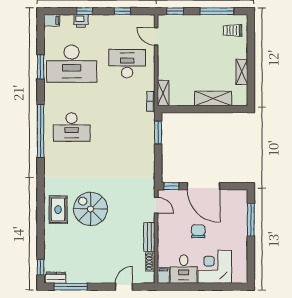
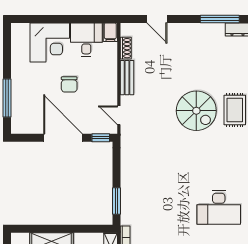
desk: (72, 127) -> (219, 207), turned 180
door: (124, 287) -> (157, 19), hinge flipped

